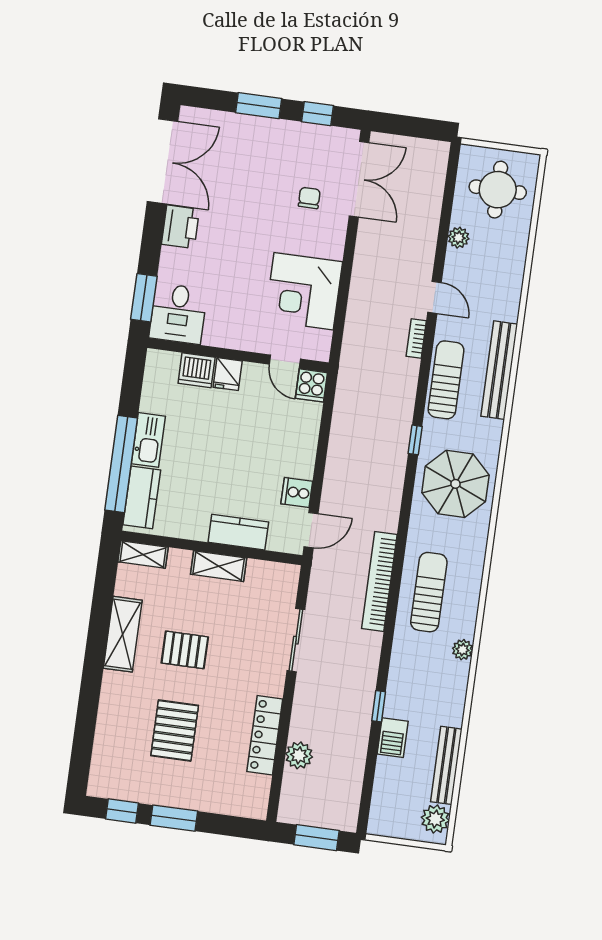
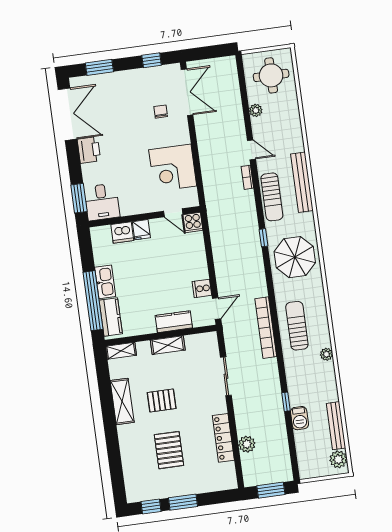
window: (259, 106) -> (99, 67), moved
sun lounger: (446, 380) -> (272, 197), turned 180

